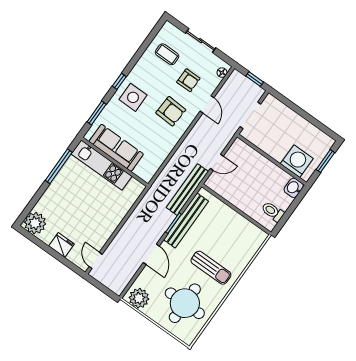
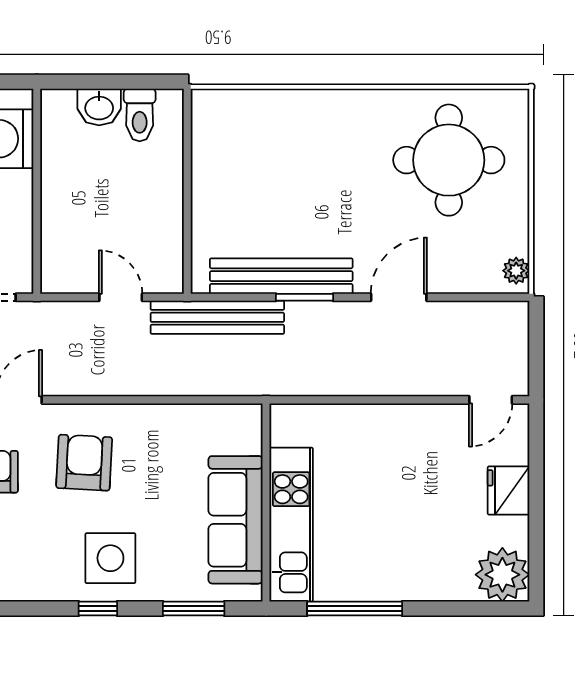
washbasin: (294, 188) -> (99, 107), moved
sun lounger: (211, 268) -> (340, 158), removed
plant: (139, 298) -> (516, 271), width x0.53, depth x0.53

